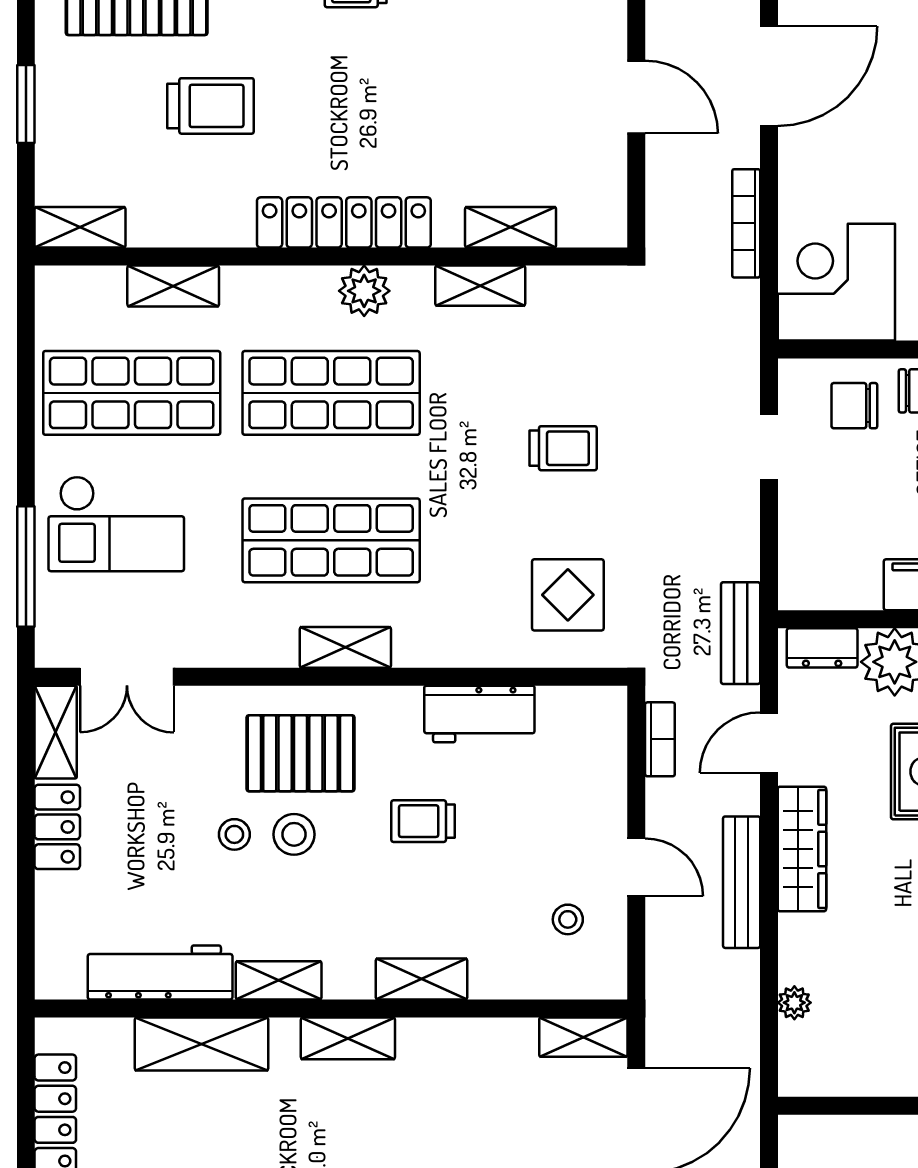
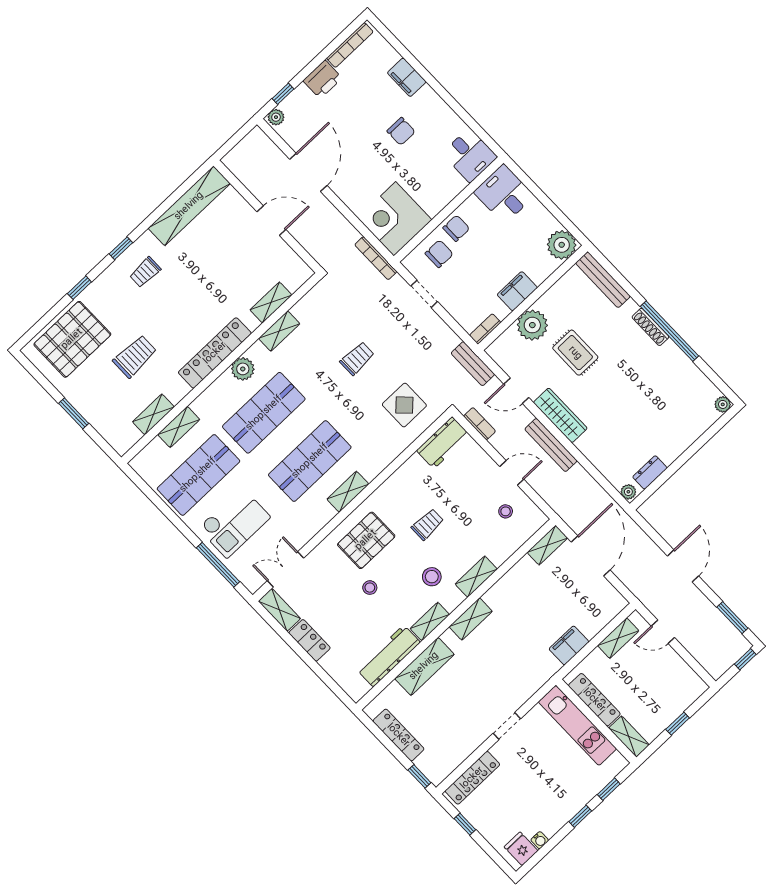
bookcase: (746, 223) -> (376, 258), moved
shelving: (80, 227) -> (153, 414), moved
chair: (854, 406) -> (439, 254), turned 180
bookcase: (813, 596) -> (485, 329), added
dresser: (822, 648) -> (650, 472), moved, turned 180
double door: (127, 677) -> (285, 569), swing flipped
workbench: (479, 714) -> (443, 443), moved
door: (769, 743) -> (516, 391), hinge flipped
trolley: (423, 821) -> (427, 524), turned 180
stool: (294, 834) -> (432, 577), moved
plant: (794, 1003) -> (628, 492), moved

